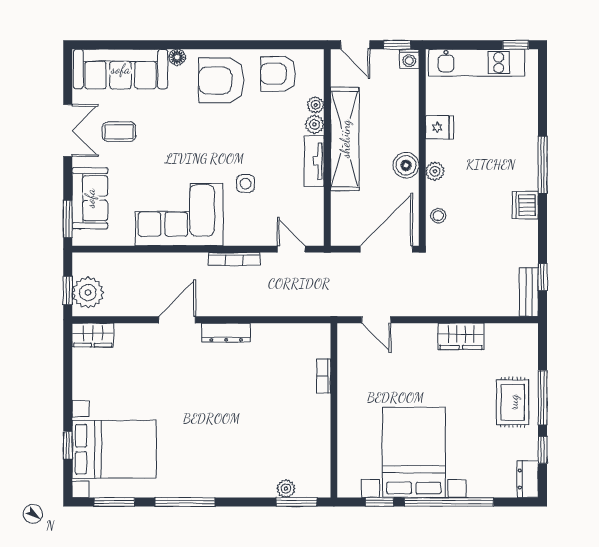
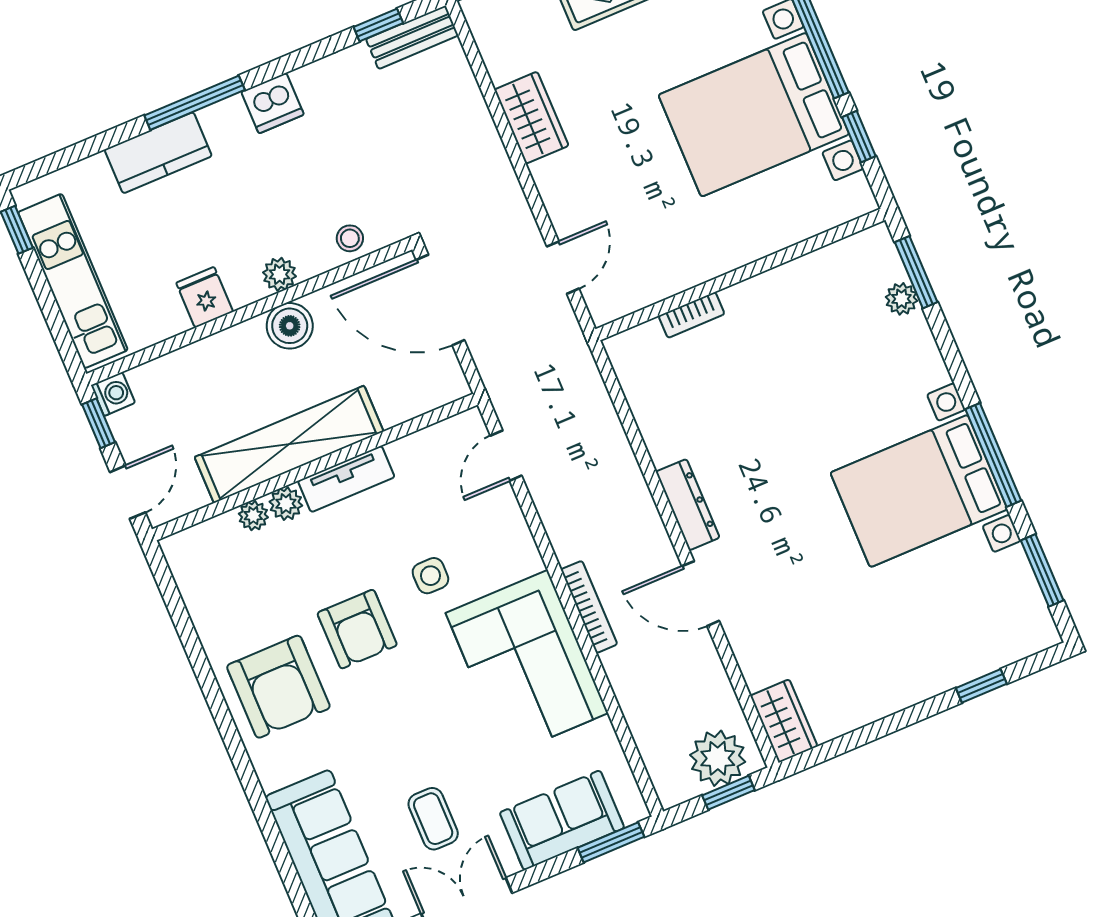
floor lamp: (177, 57) -> (271, 775), removed
armchair: (278, 74) -> (357, 629), moved
kitchen counter: (525, 135) -> (158, 153), added
bookcase: (234, 259) -> (589, 607), moved
bed with nightstands: (114, 449) -> (919, 491), moved, turned -90

